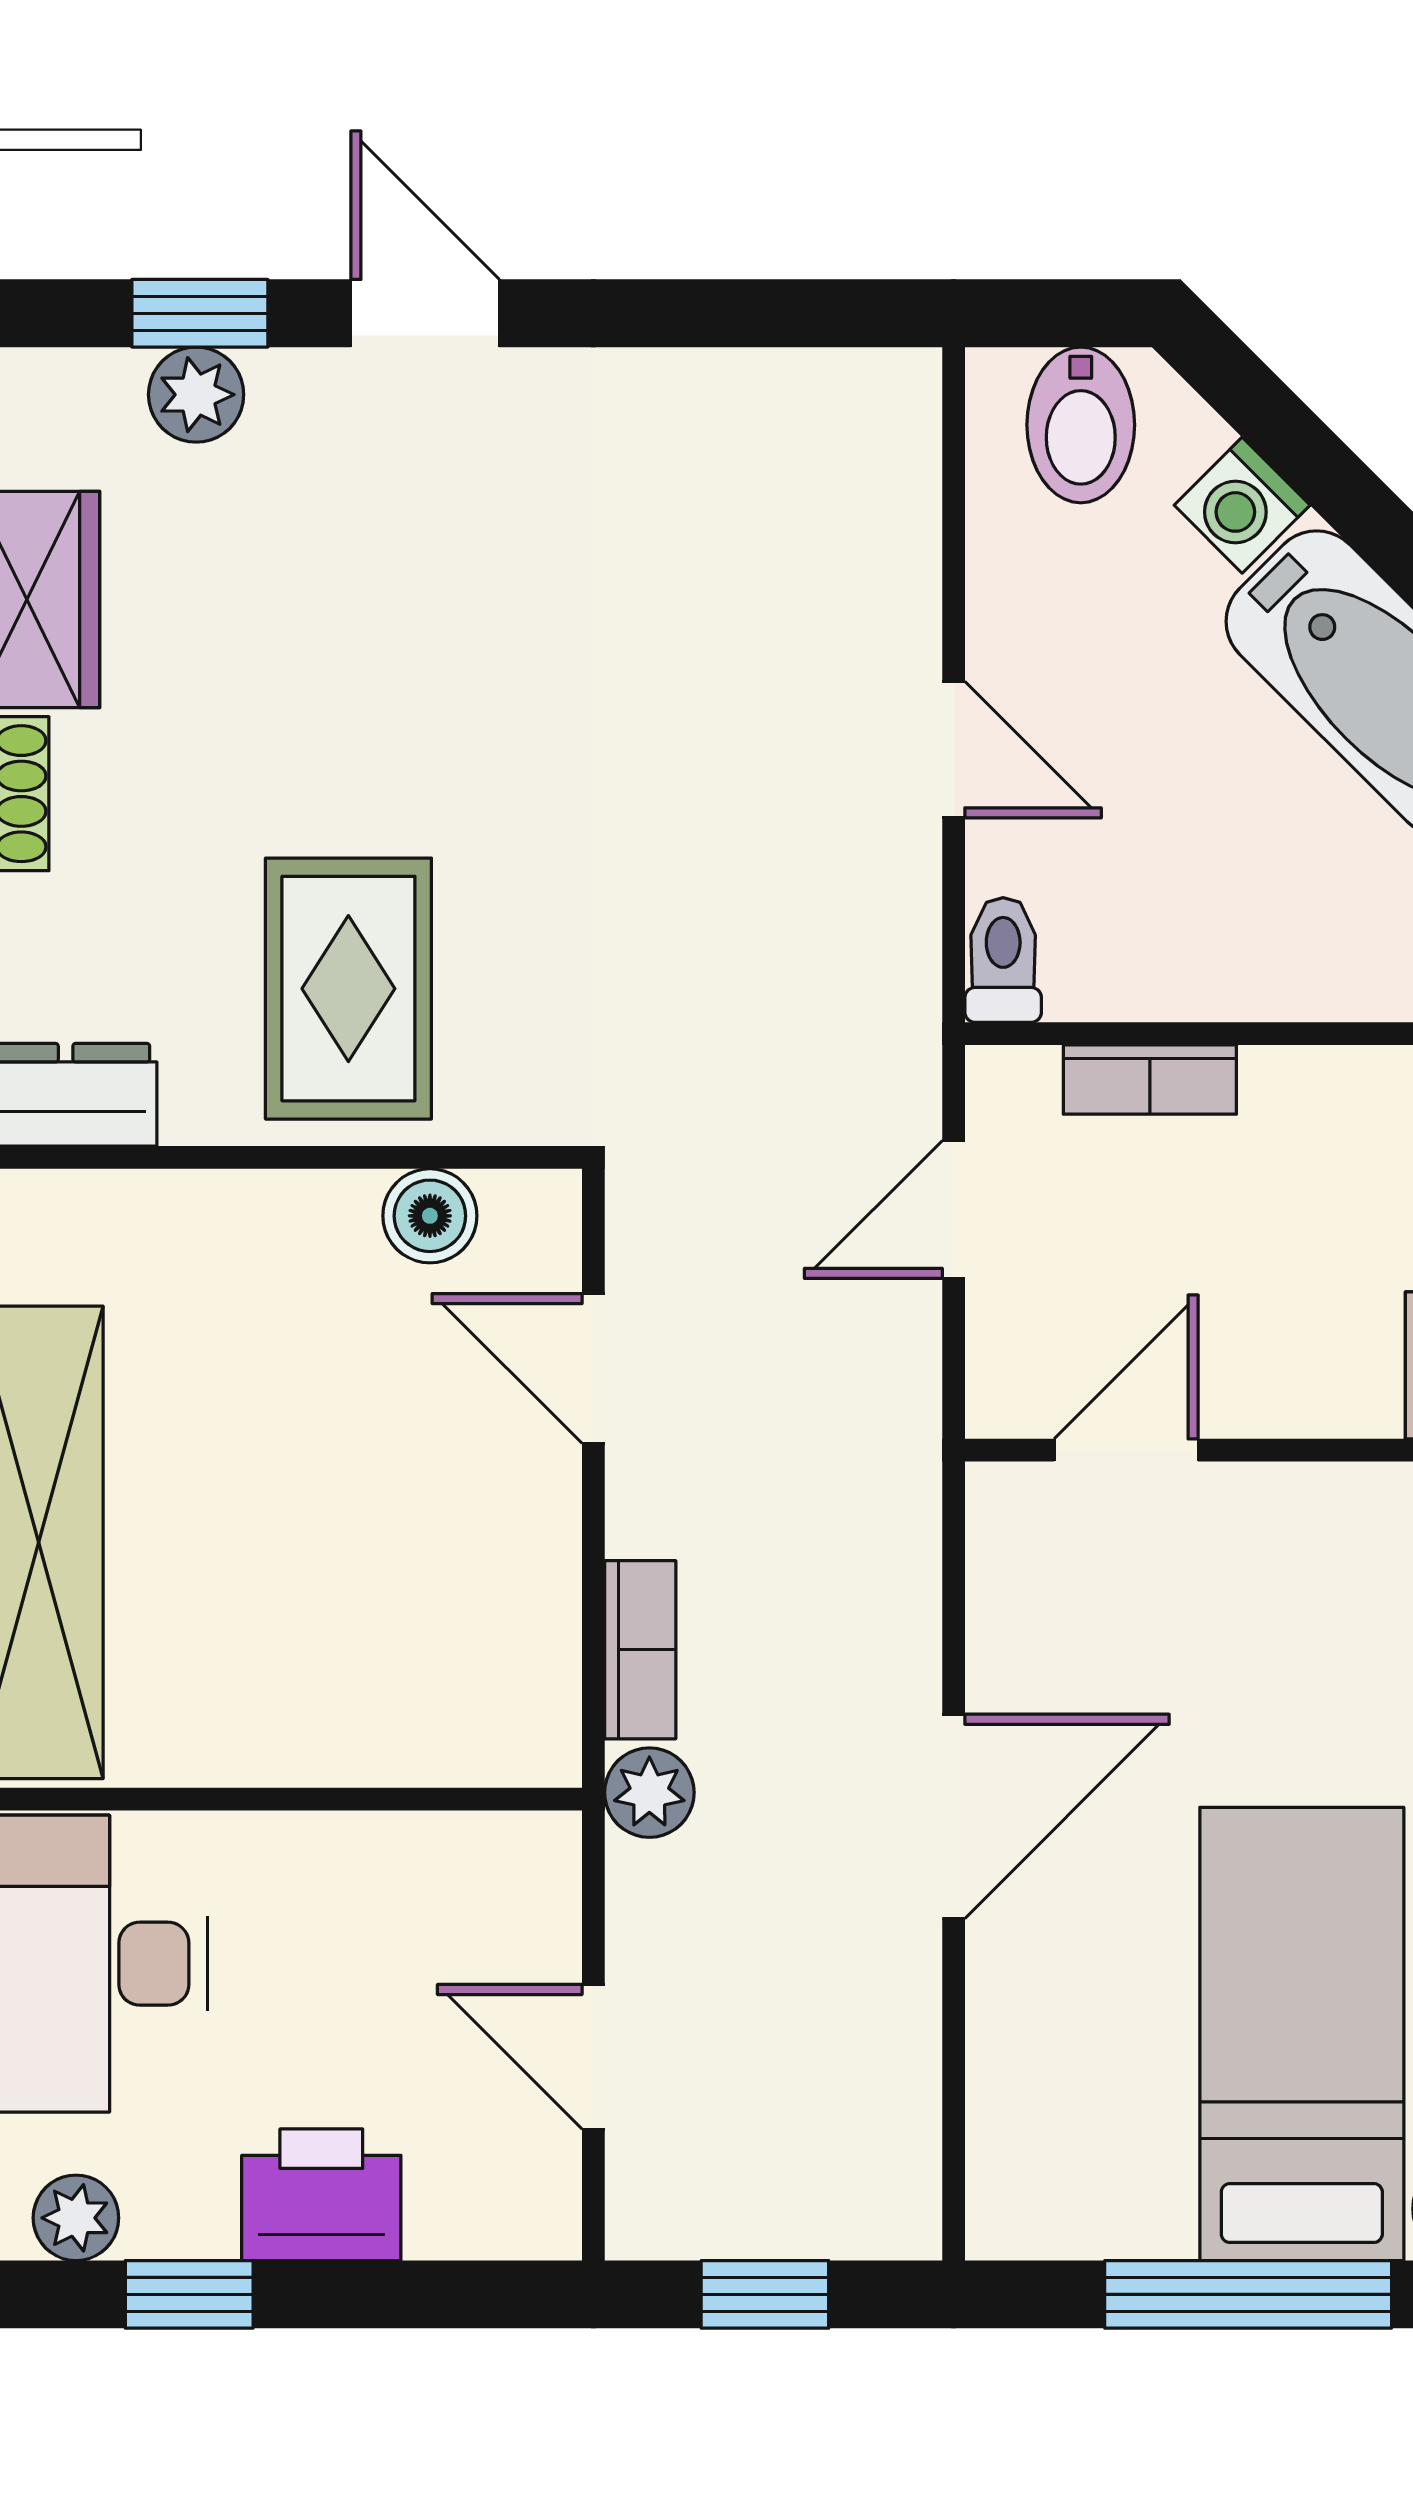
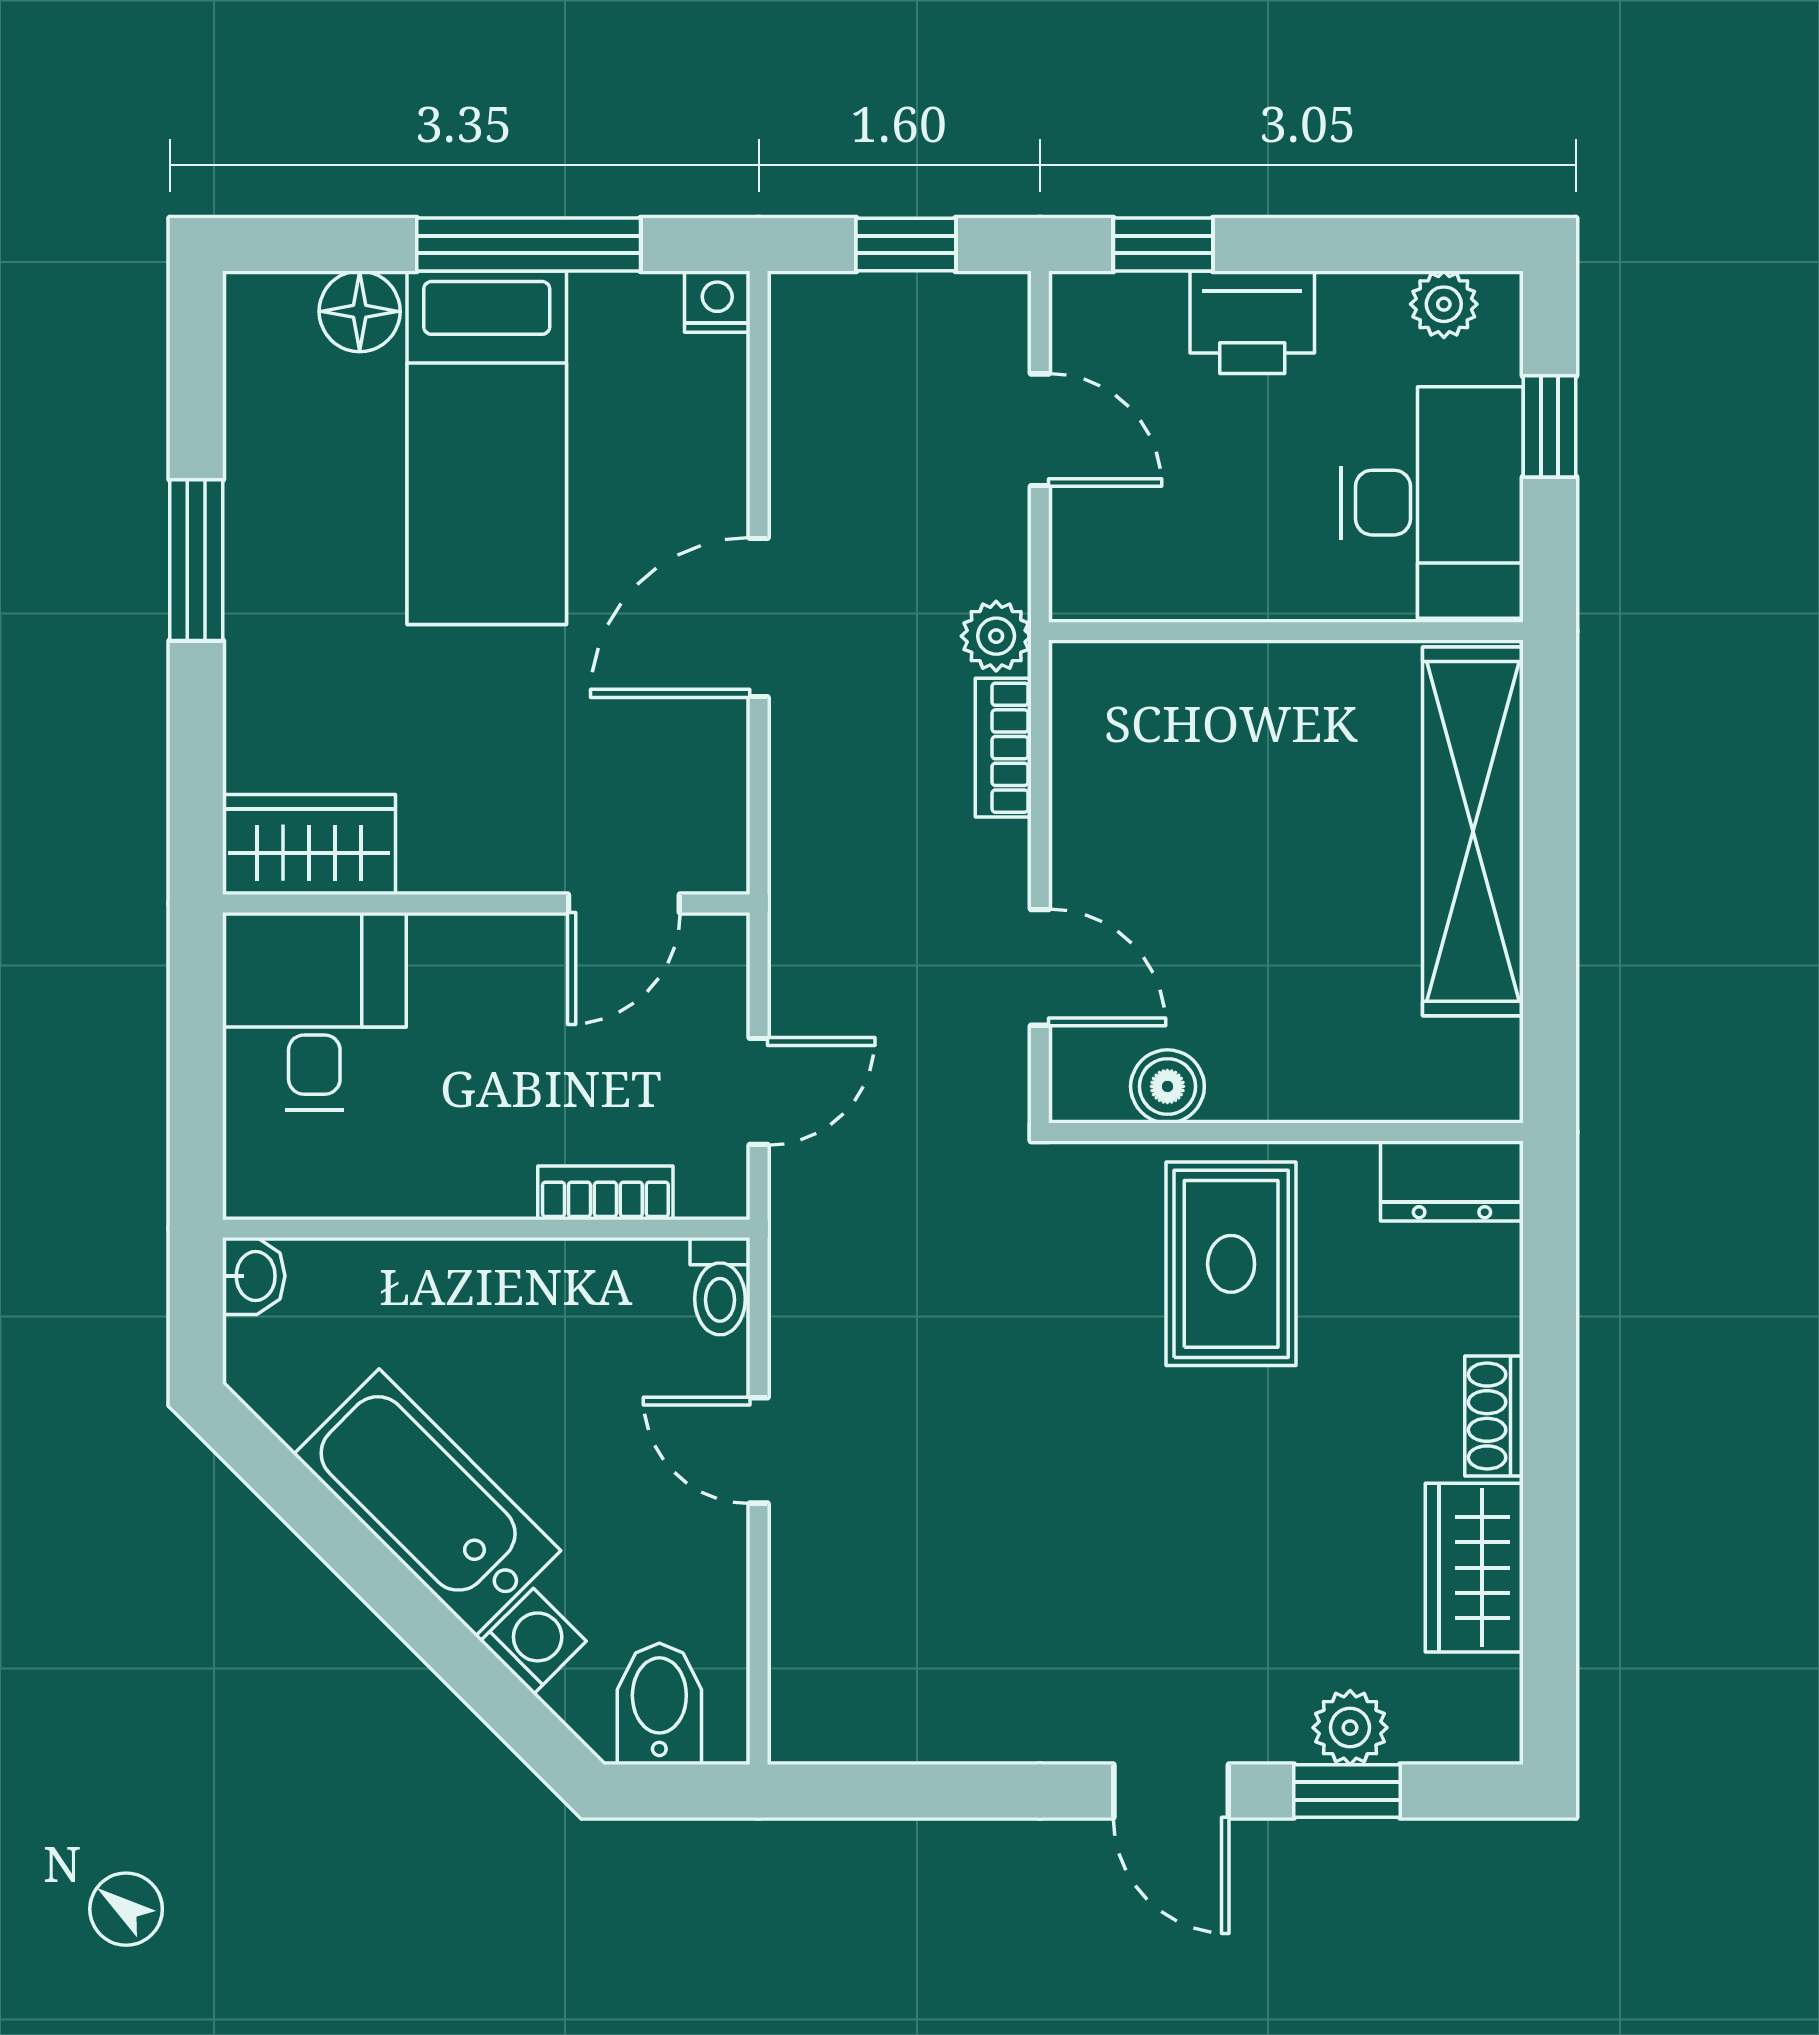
nightstand: (1007, 2221) -> (717, 302), added
window: (189, 2294) -> (1163, 244), moved

